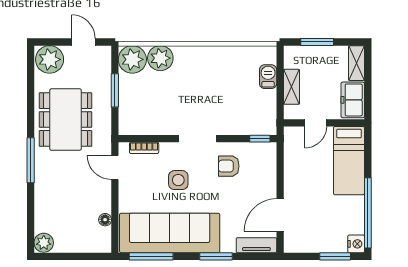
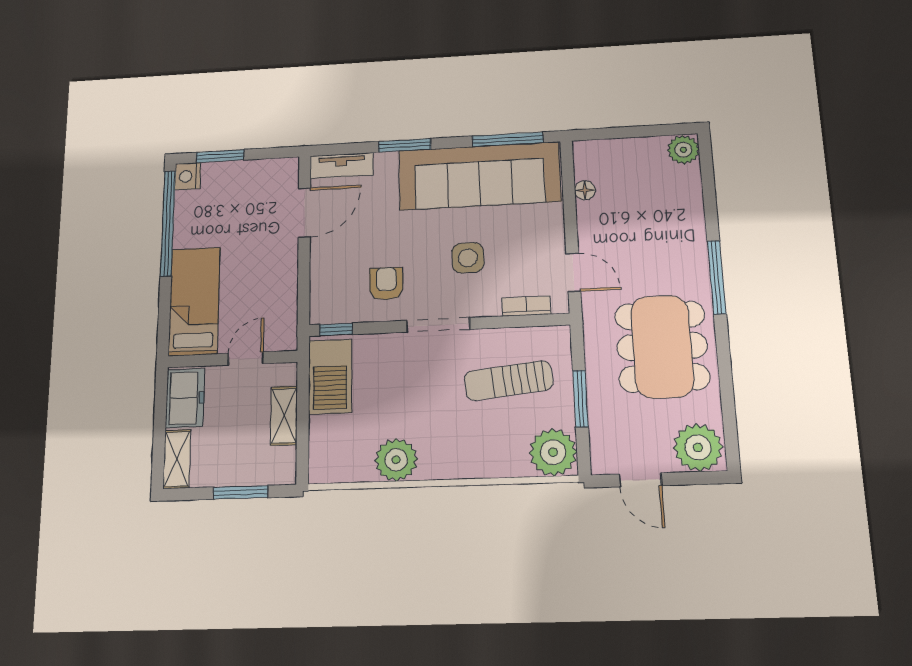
plant: (160, 58) -> (396, 460), moved
barbecue: (268, 77) -> (330, 376), moved, width x1.88, depth x1.53
sun lounger: (156, 103) -> (508, 381), added
armchair: (229, 166) -> (386, 284), turned -90

